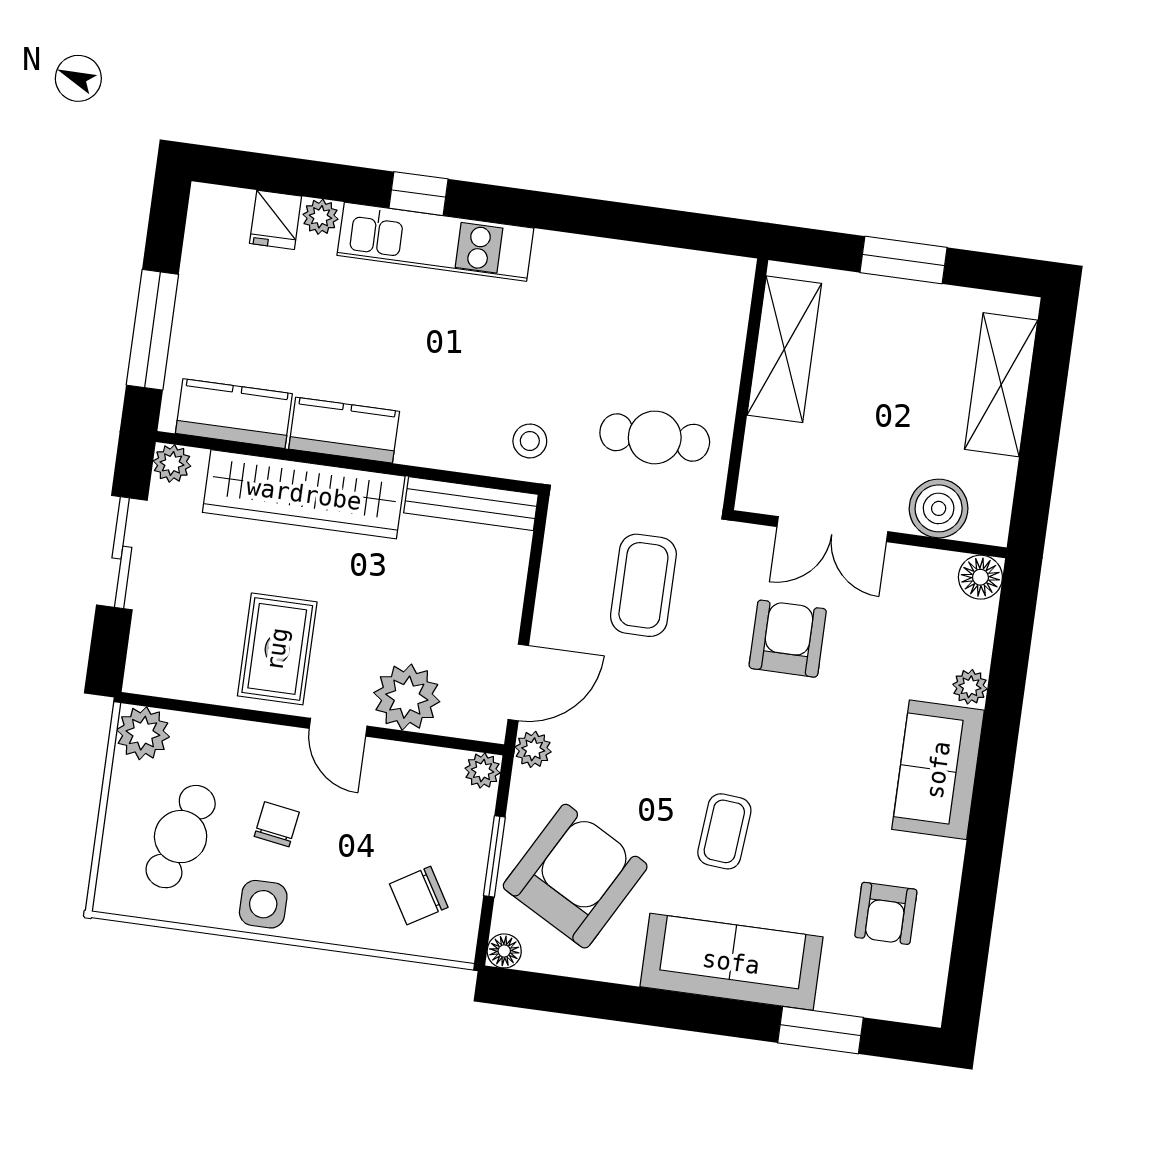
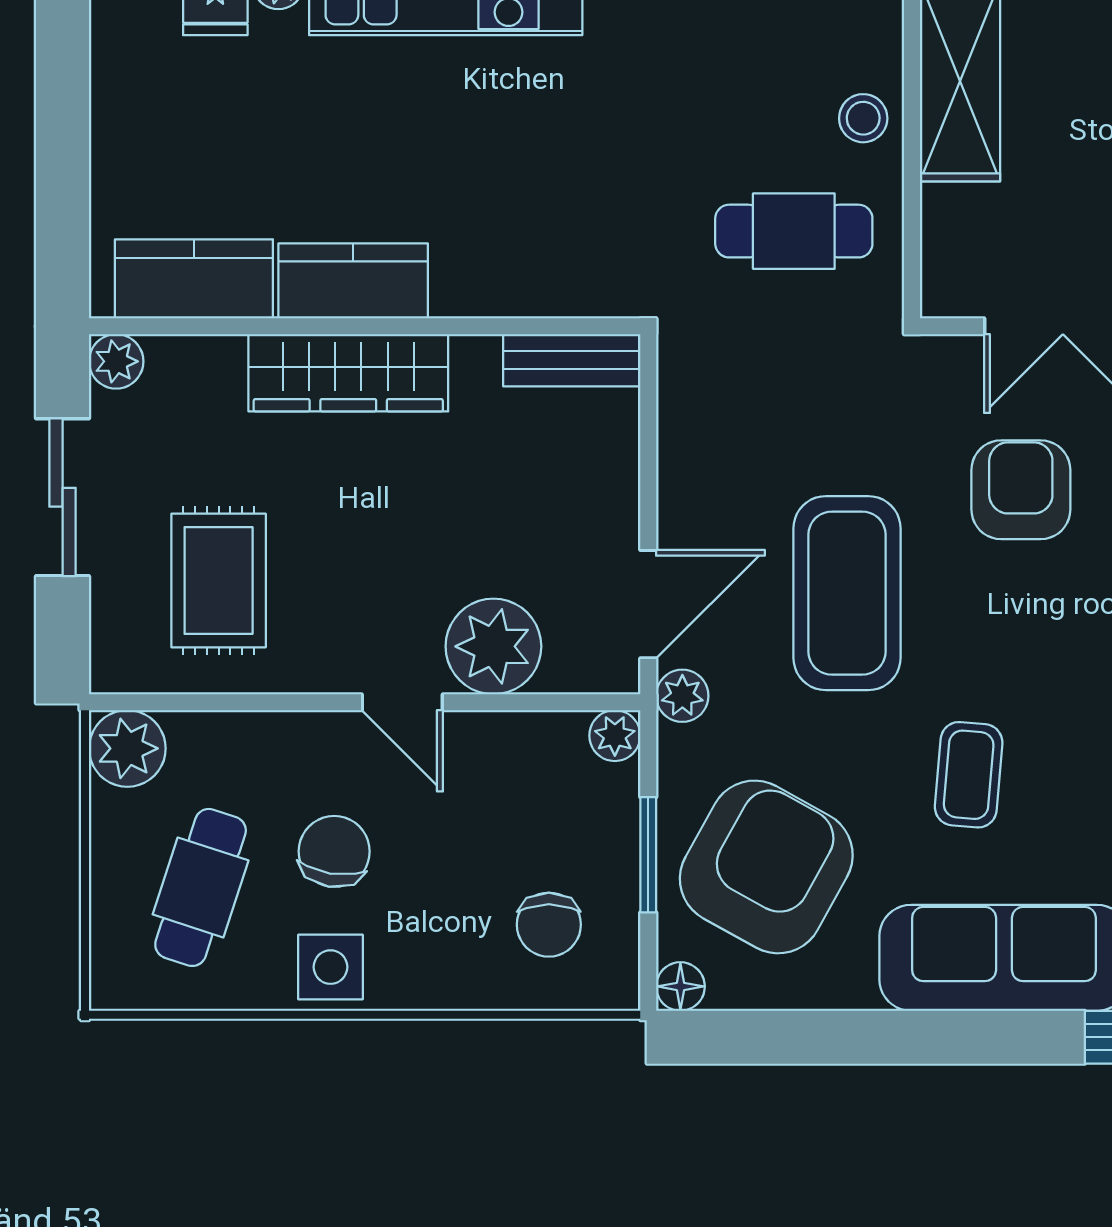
window: (152, 330) -> (63, 176), removed
stool: (530, 441) -> (863, 118), moved
wardrobe: (304, 494) -> (348, 373), width x0.71, depth x0.85
bench: (471, 504) -> (572, 360), width x0.73
coffee table: (643, 585) -> (847, 593), moved, width x1.36, depth x1.32
rug: (277, 649) -> (219, 580), moved
chair: (277, 824) -> (334, 851), width x1.37, depth x1.37
chair: (419, 896) -> (549, 925), turned -59

